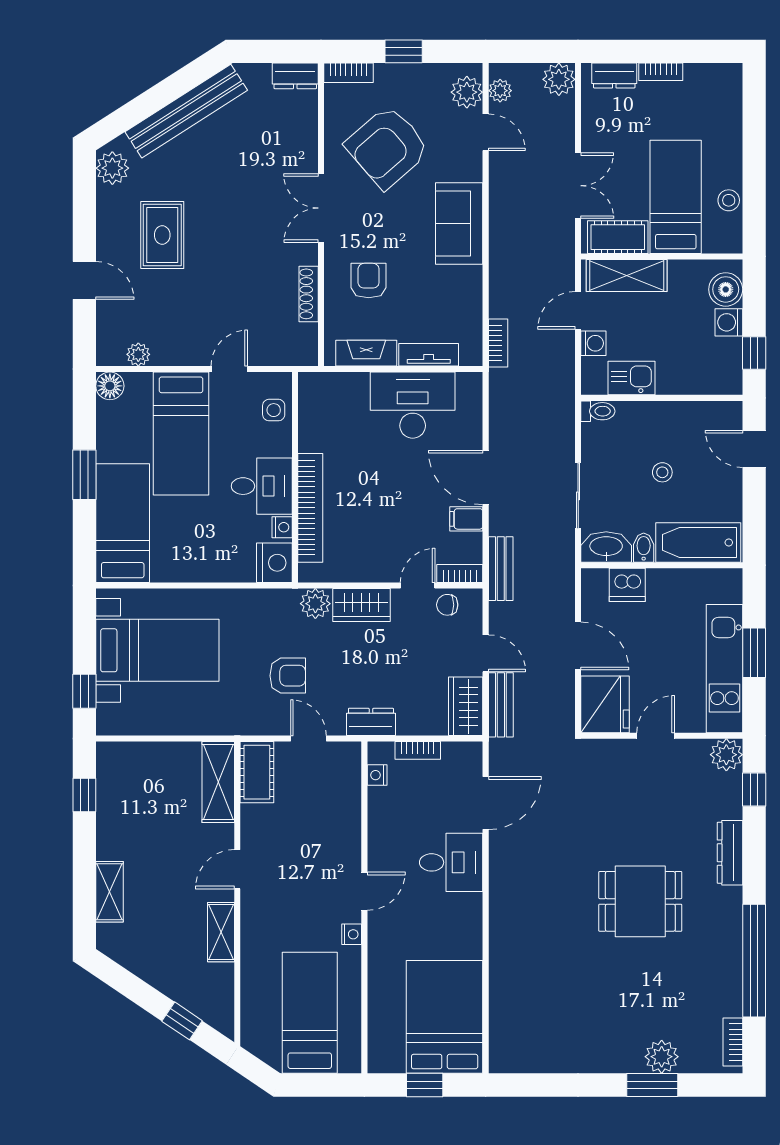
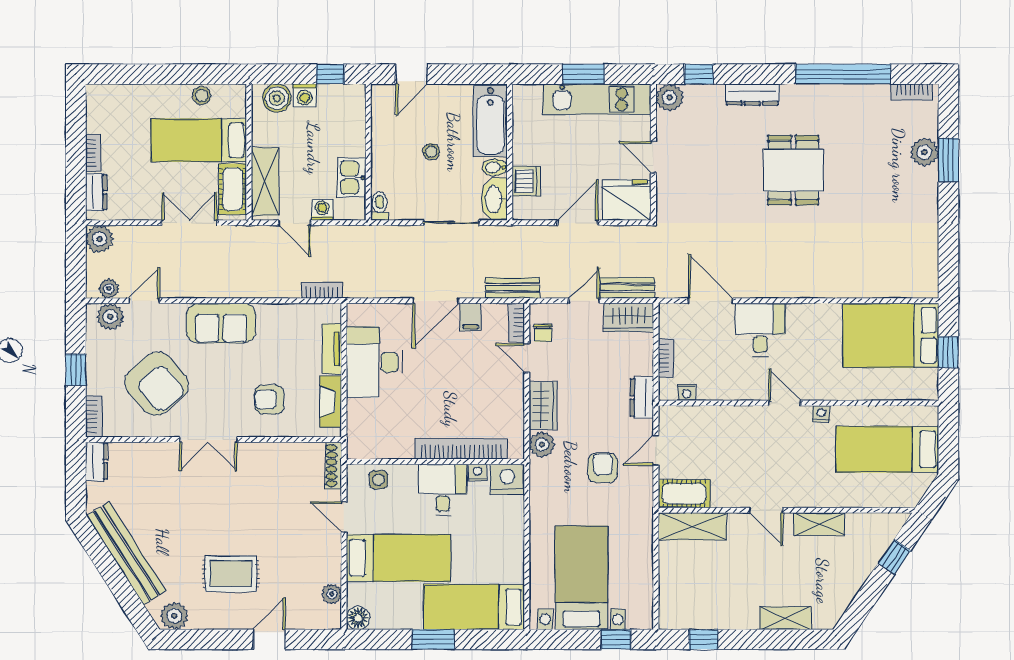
shoe rack: (309, 294) -> (333, 466), moved, turned 90

